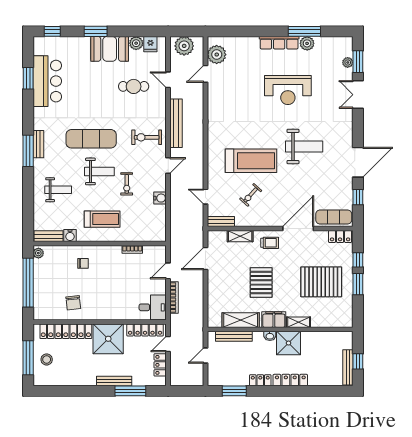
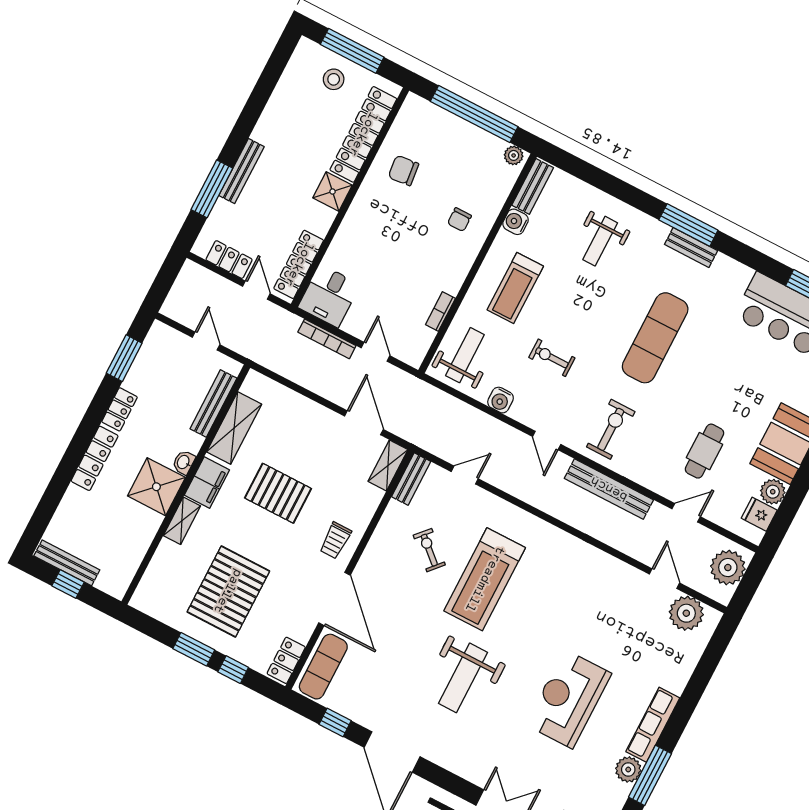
weight bench: (99, 171) -> (465, 355), moved, turned 180
shelving: (240, 236) -> (388, 465), moved
shower: (108, 339) -> (333, 192), width x0.54, depth x0.54

